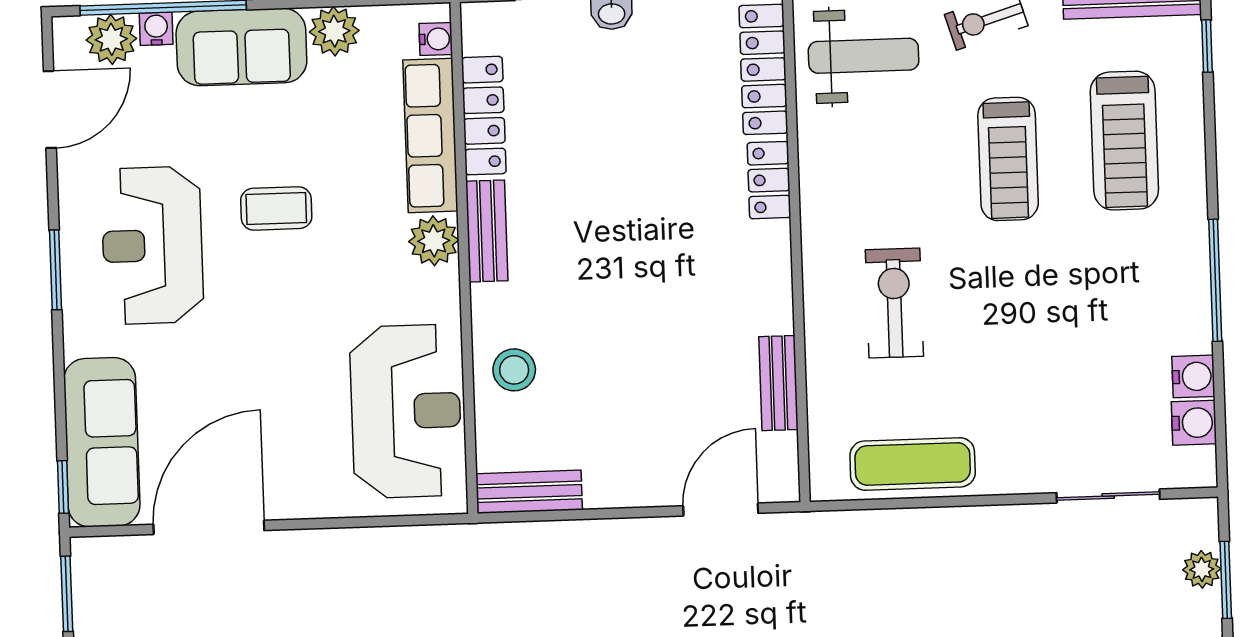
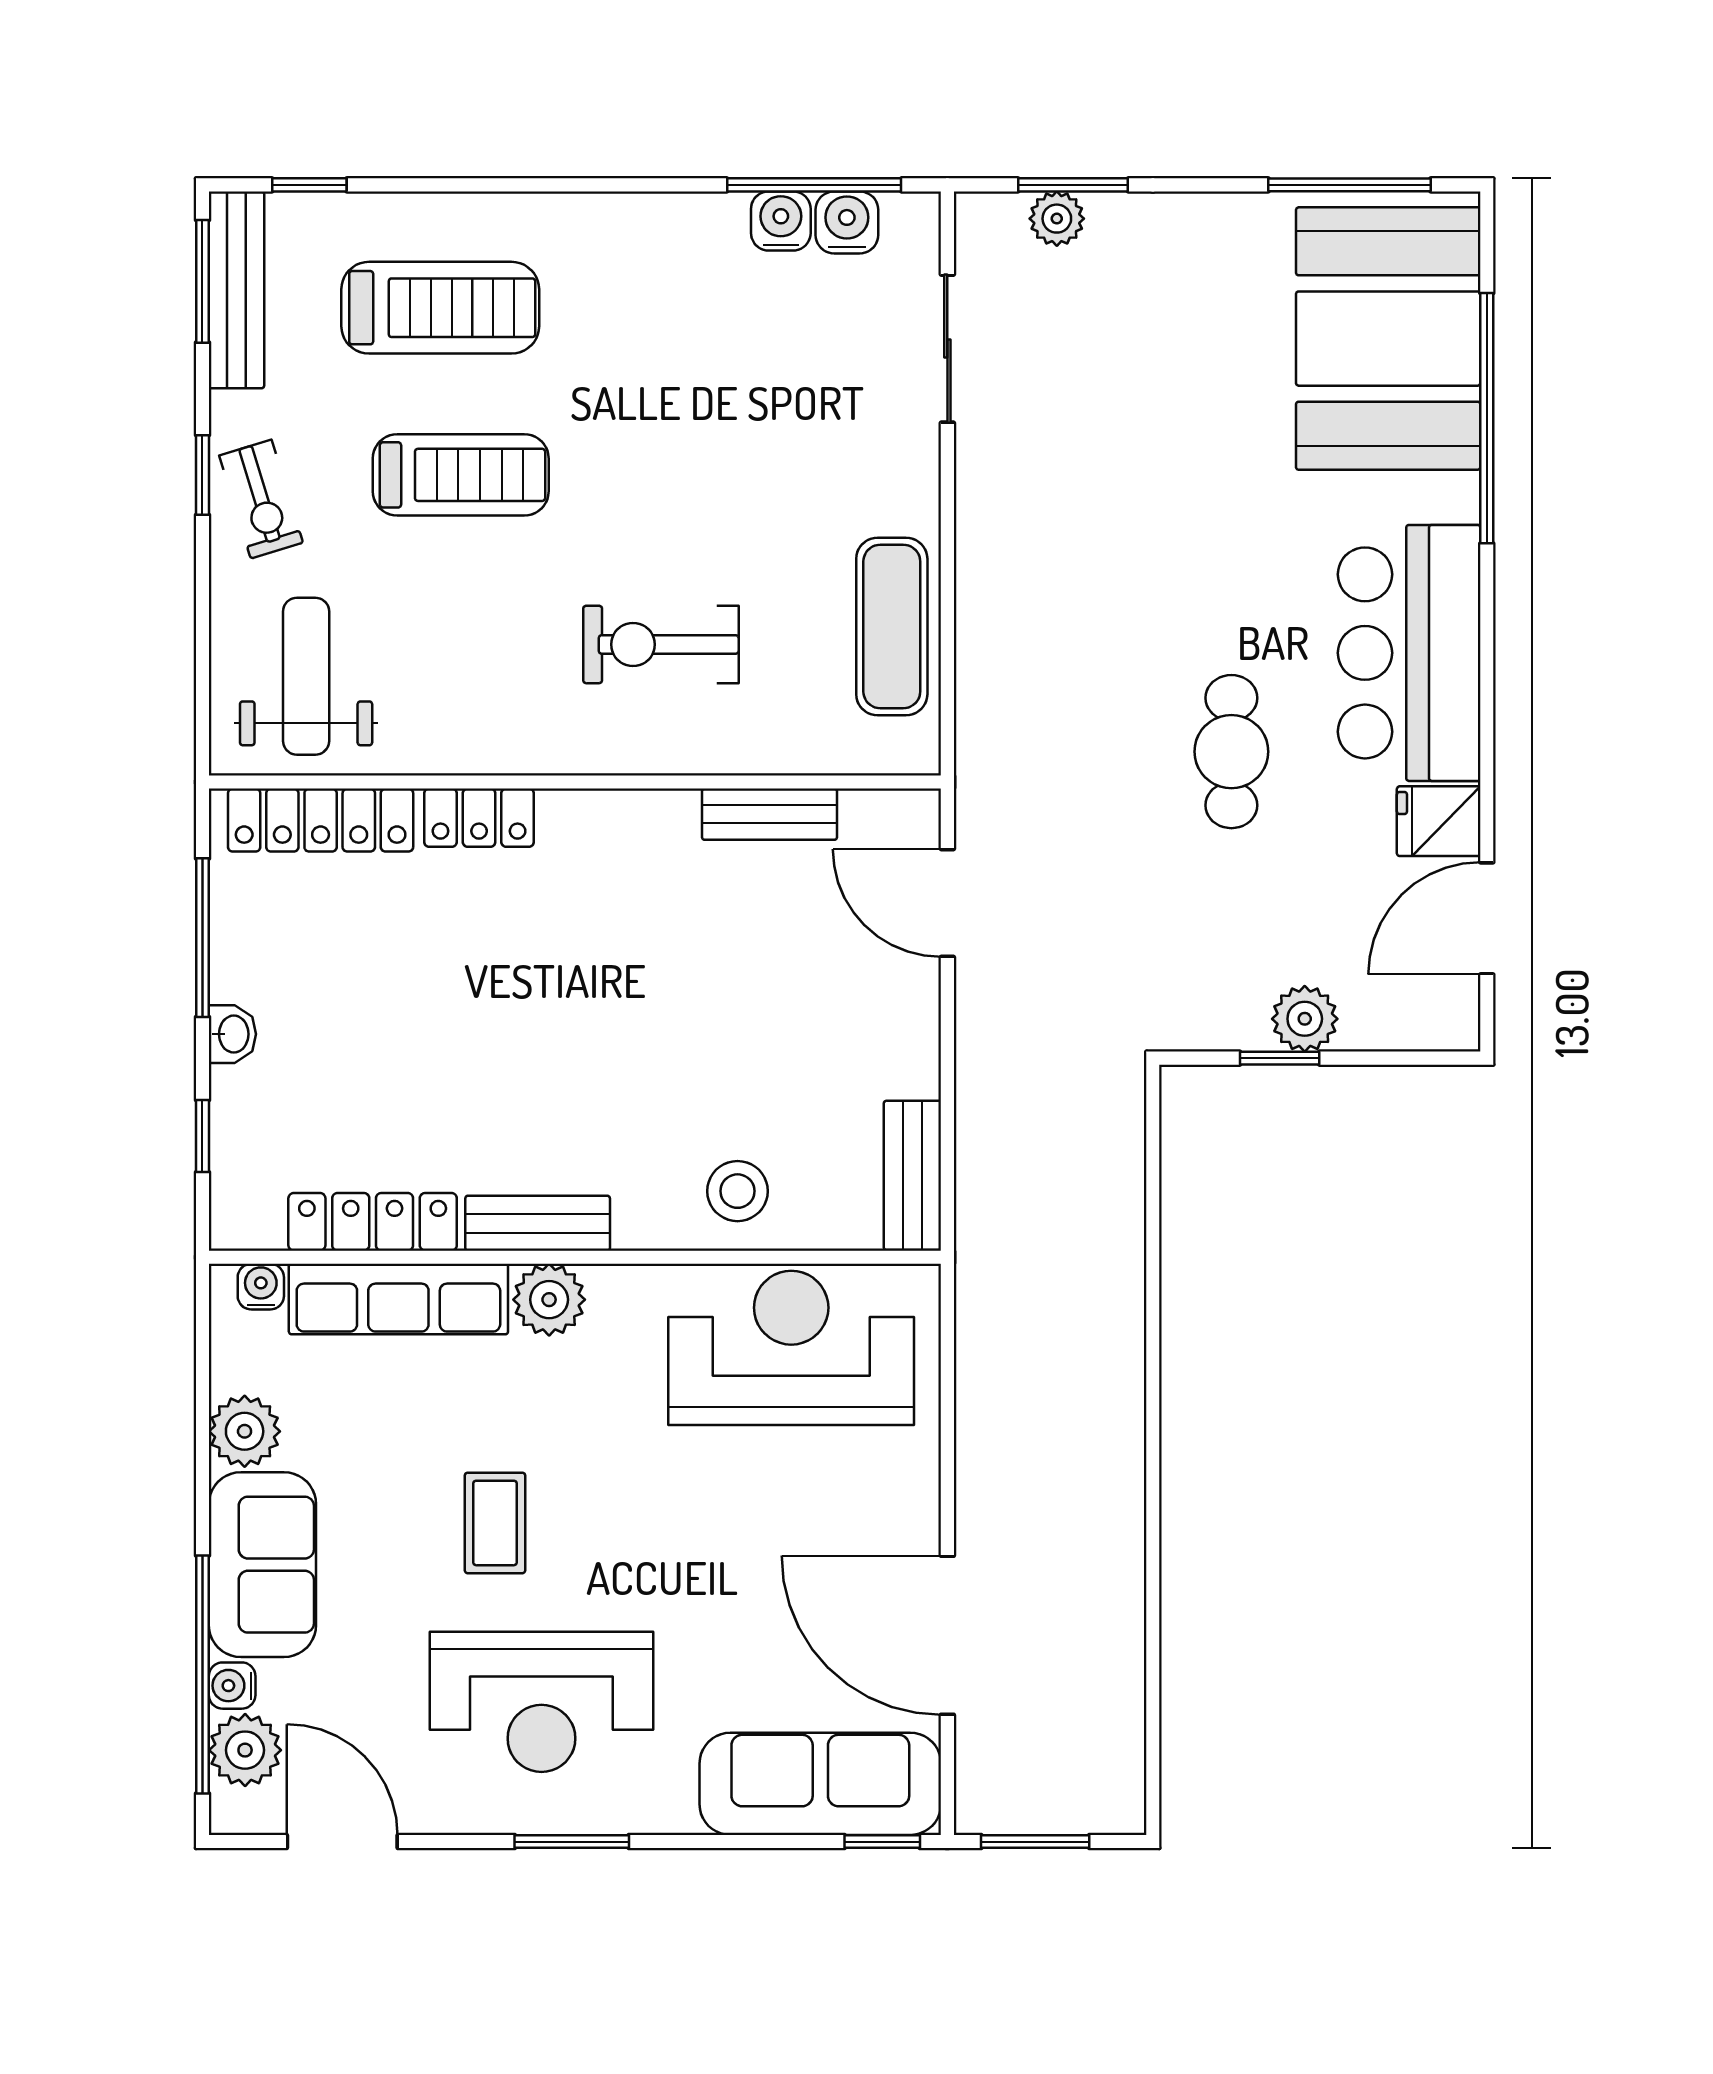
window: (1215, 280) -> (814, 185), moved

